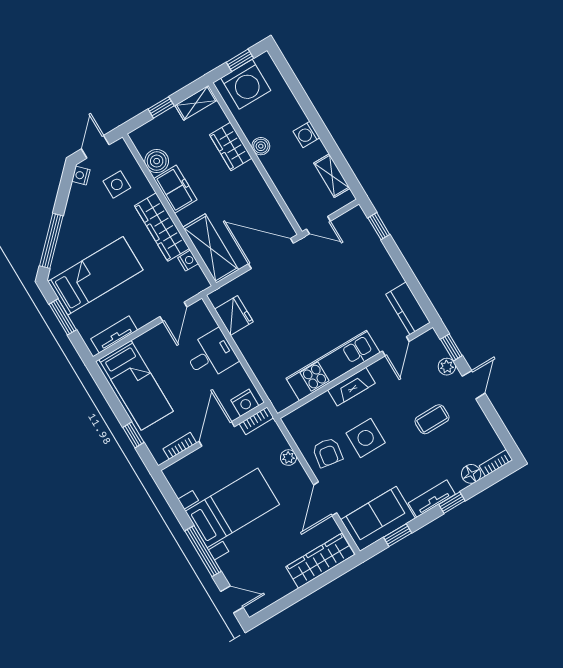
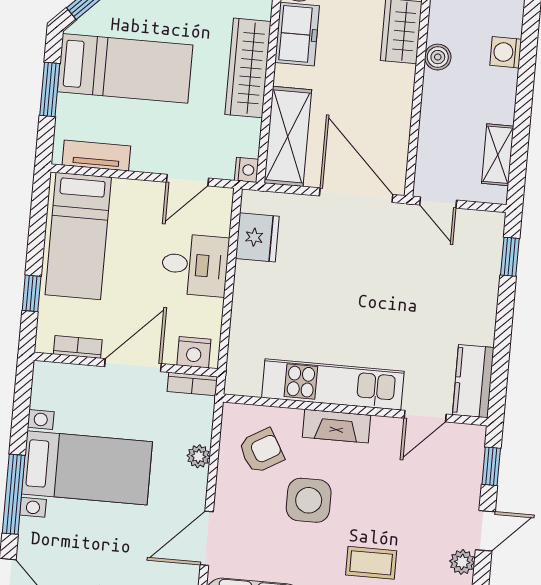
washing machine: (306, 134) -> (506, 52), moved
nightstand: (188, 261) -> (247, 170), moved
plant: (447, 367) -> (462, 562), moved
coffee table: (432, 419) -> (371, 563), moved
armchair: (328, 452) -> (261, 451), moved, turned -129

